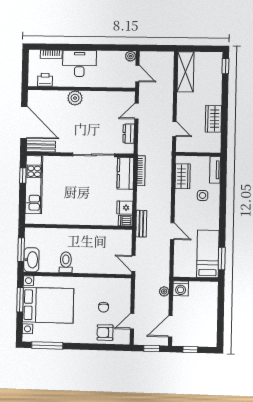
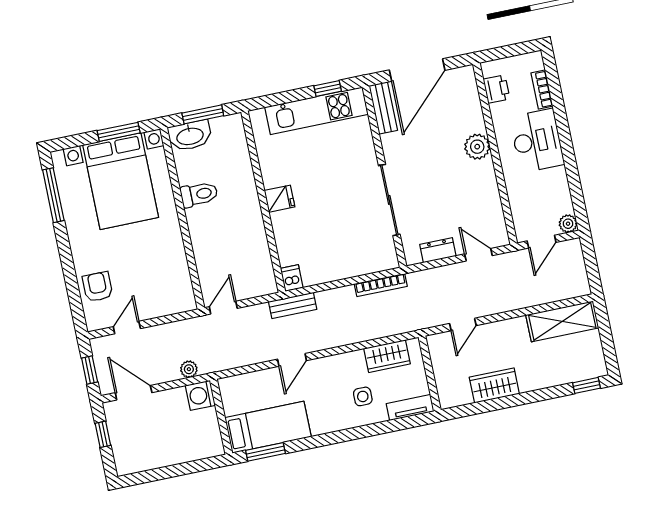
kitchen counter: (125, 173) -> (370, 260), removed
fridge: (125, 208) -> (280, 199), moved, turned 90
chair: (104, 307) -> (139, 275), removed
door: (132, 321) -> (127, 328), hinge flipped

